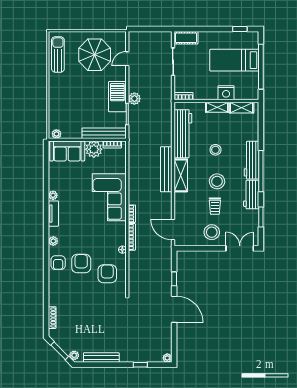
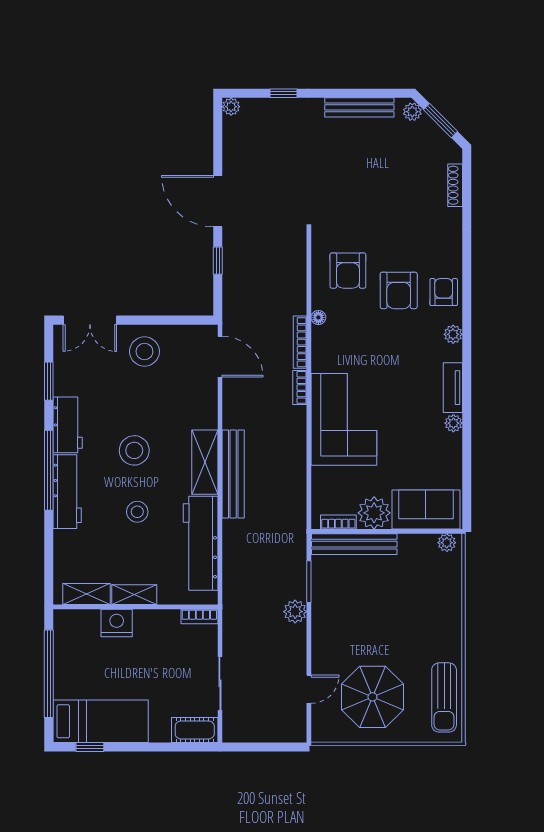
bed: (234, 60) -> (101, 721), moved
barbecue: (117, 97) -> (328, 615), removed
trolley: (215, 206) -> (138, 402), removed

